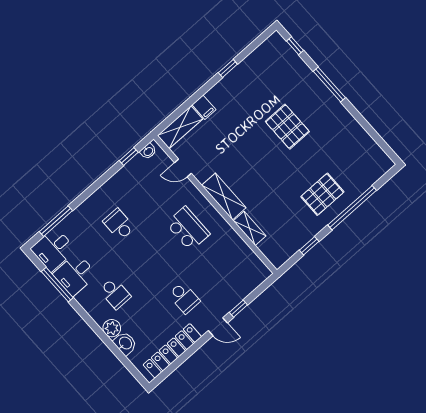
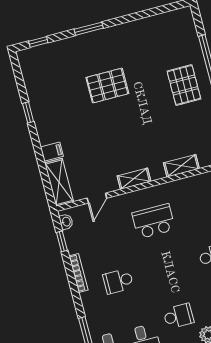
window: (329, 84) -> (89, 29), width x0.69
bookcase: (108, 185) -> (79, 273), added
shelving: (224, 196) -> (134, 179), width x0.67, depth x0.75

